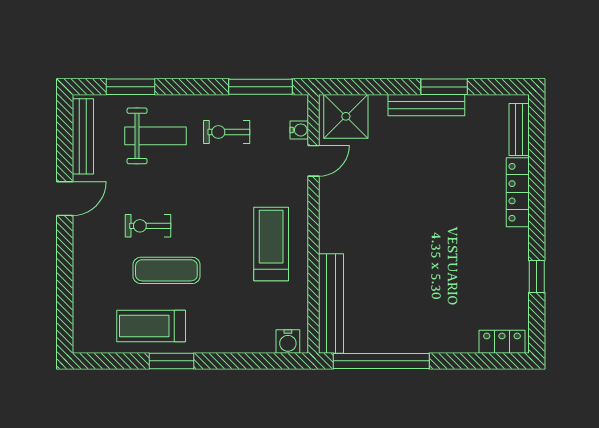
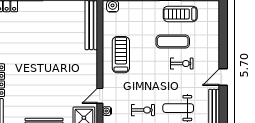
treadmill: (271, 244) -> (121, 55), turned 180
treadmill: (151, 326) -> (180, 14), turned 180

